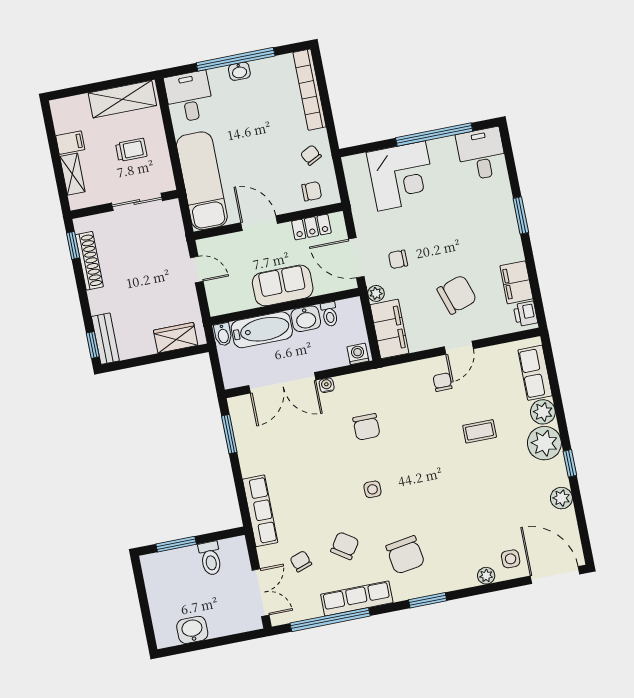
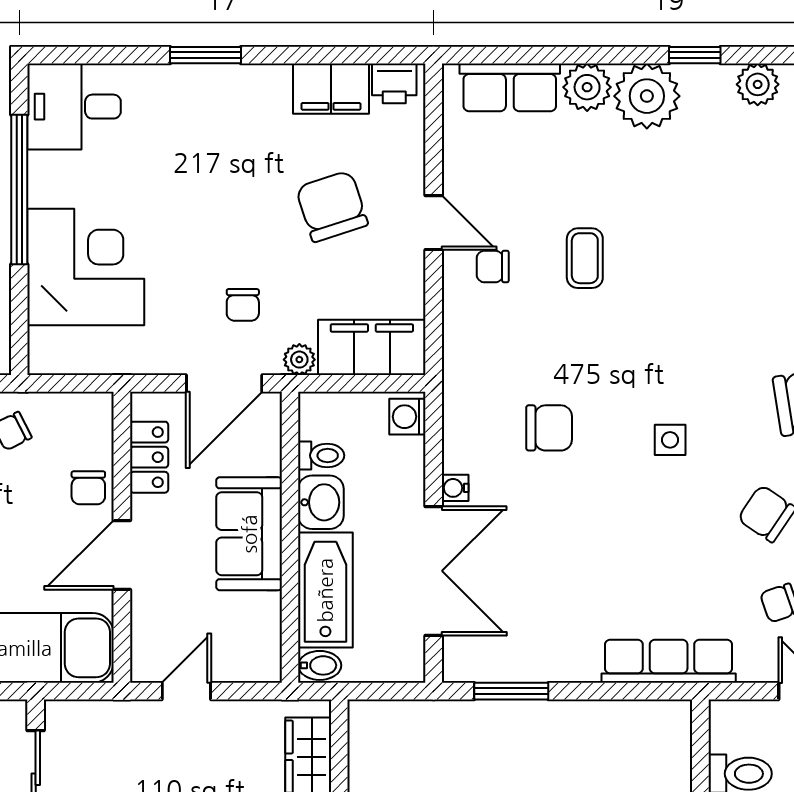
chair: (312, 191) -> (88, 488), moved, turned 180
coffee table: (480, 431) -> (585, 258), moved

